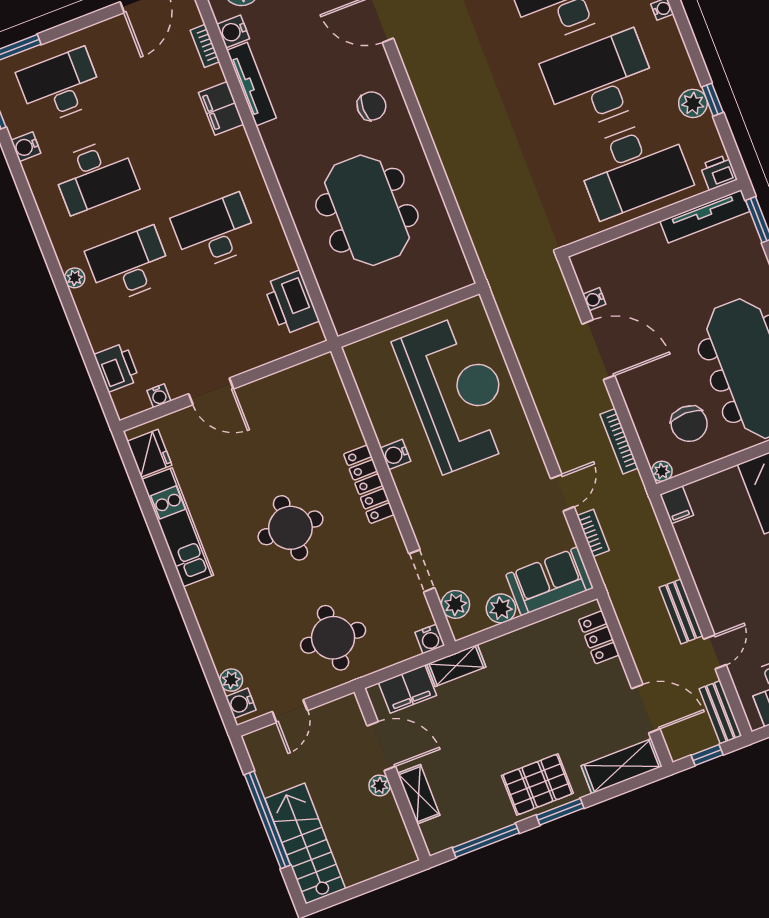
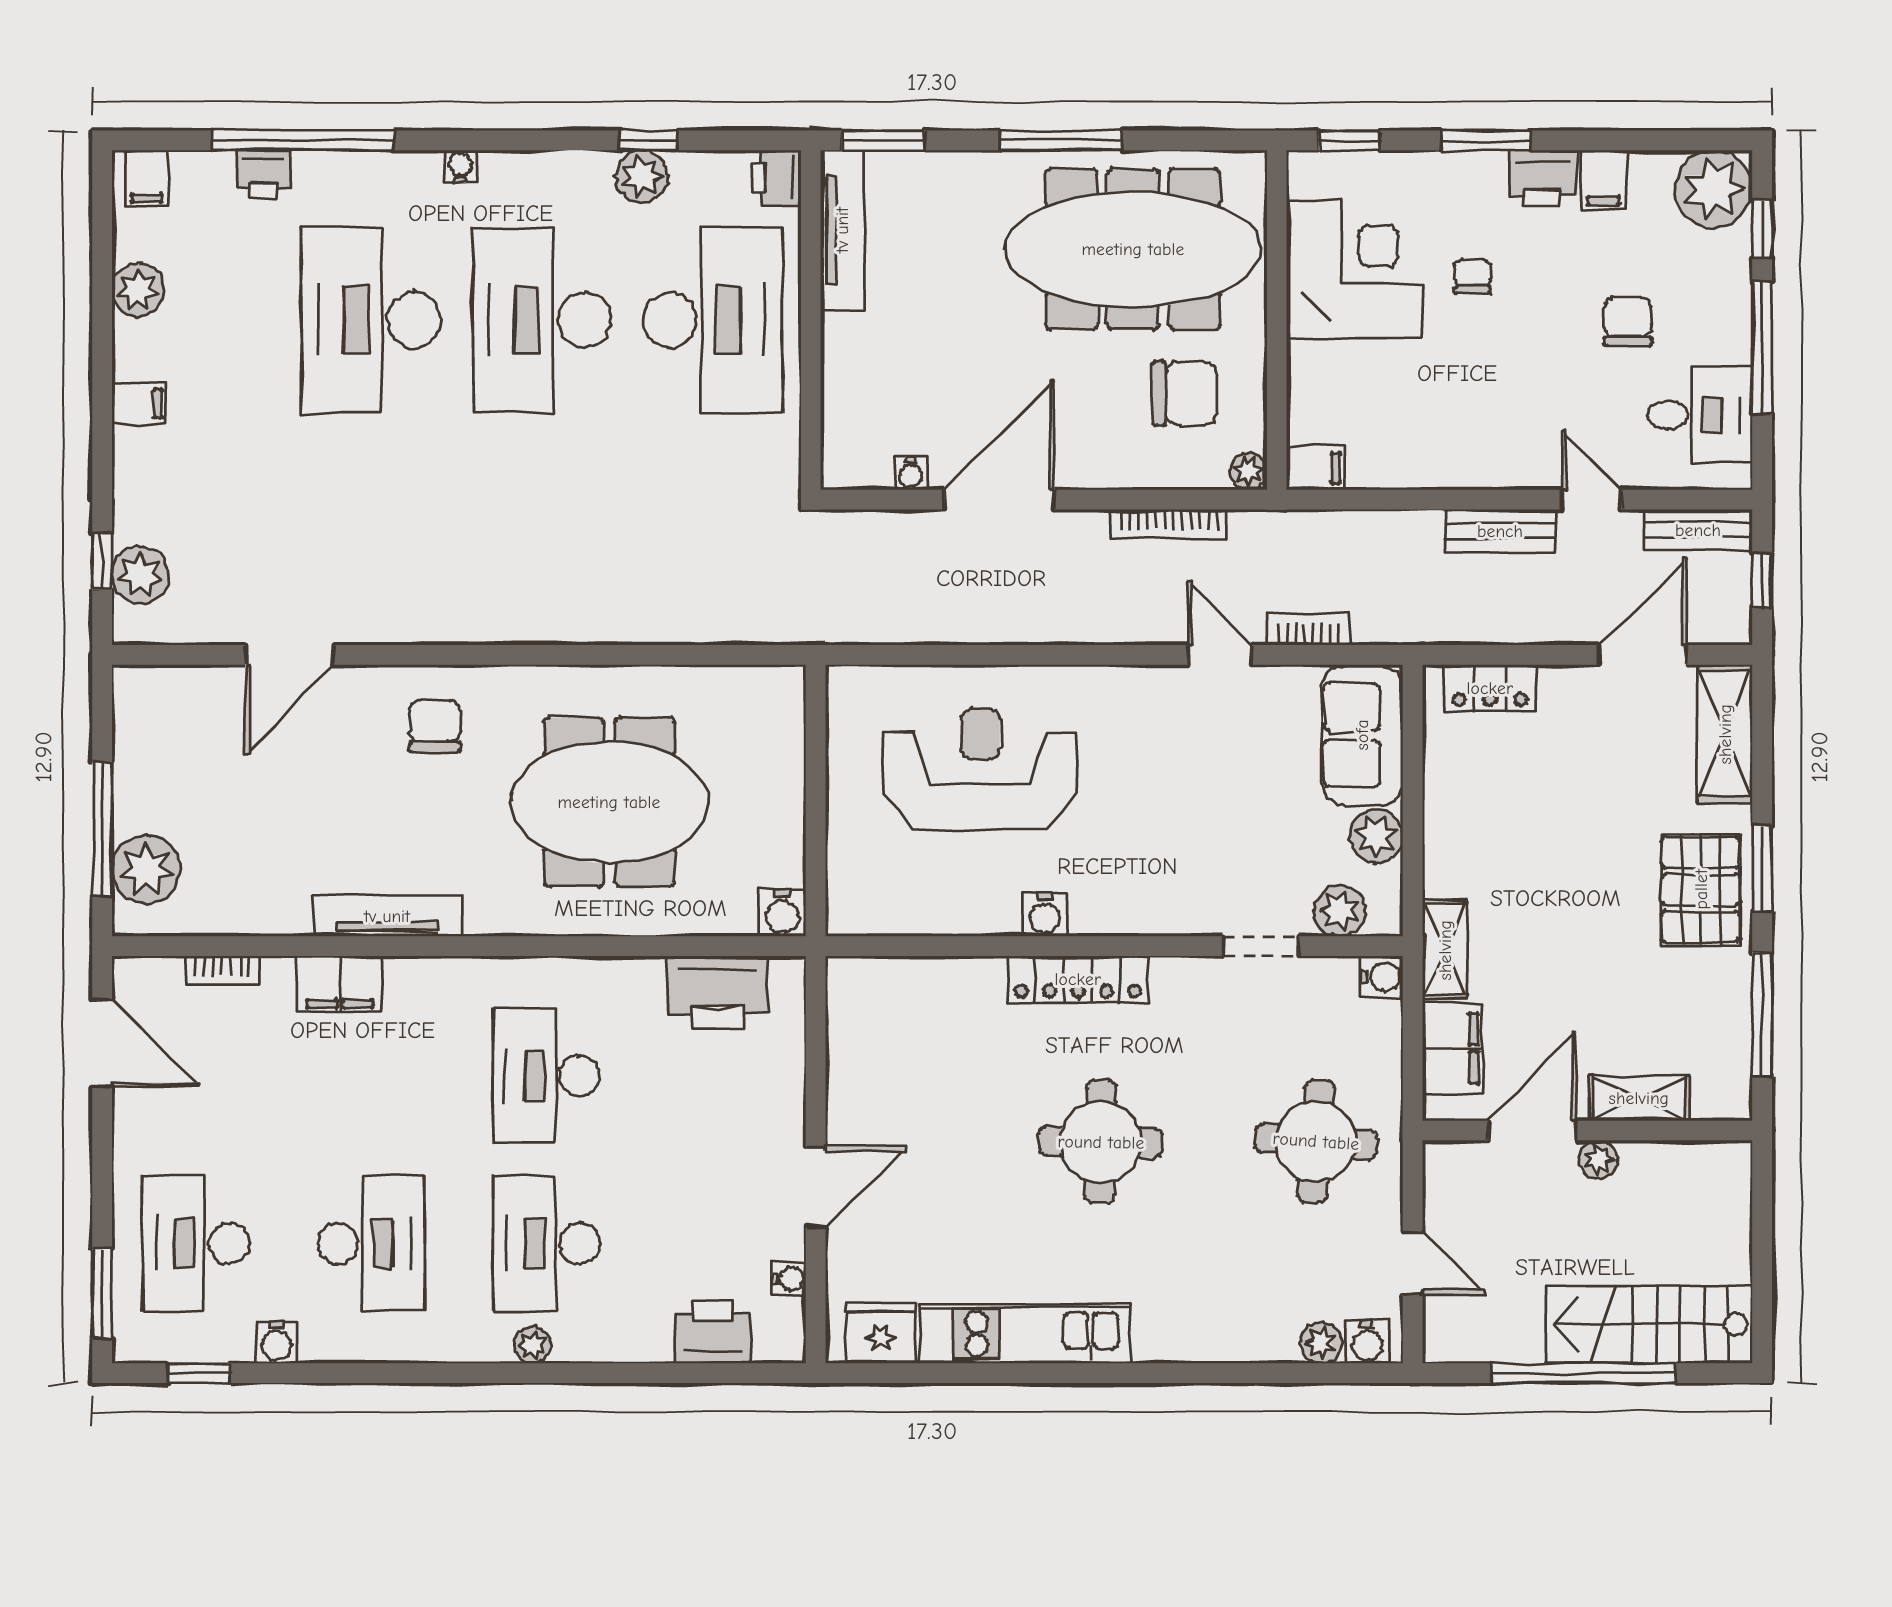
water cooler: (233, 31) -> (782, 913), moved
tv unit: (251, 84) -> (387, 916), moved
reception desk: (457, 393) -> (980, 769), width x0.74, depth x0.77

